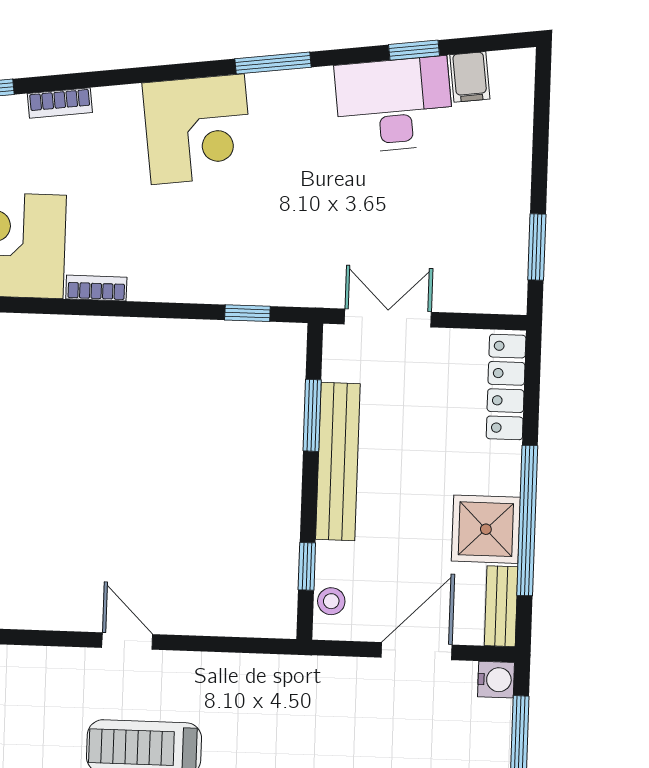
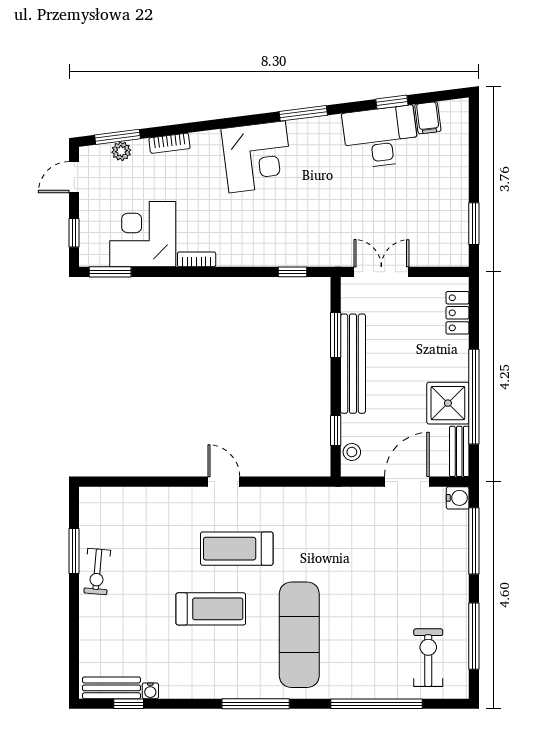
locker: (506, 387) -> (458, 313), width x0.66

